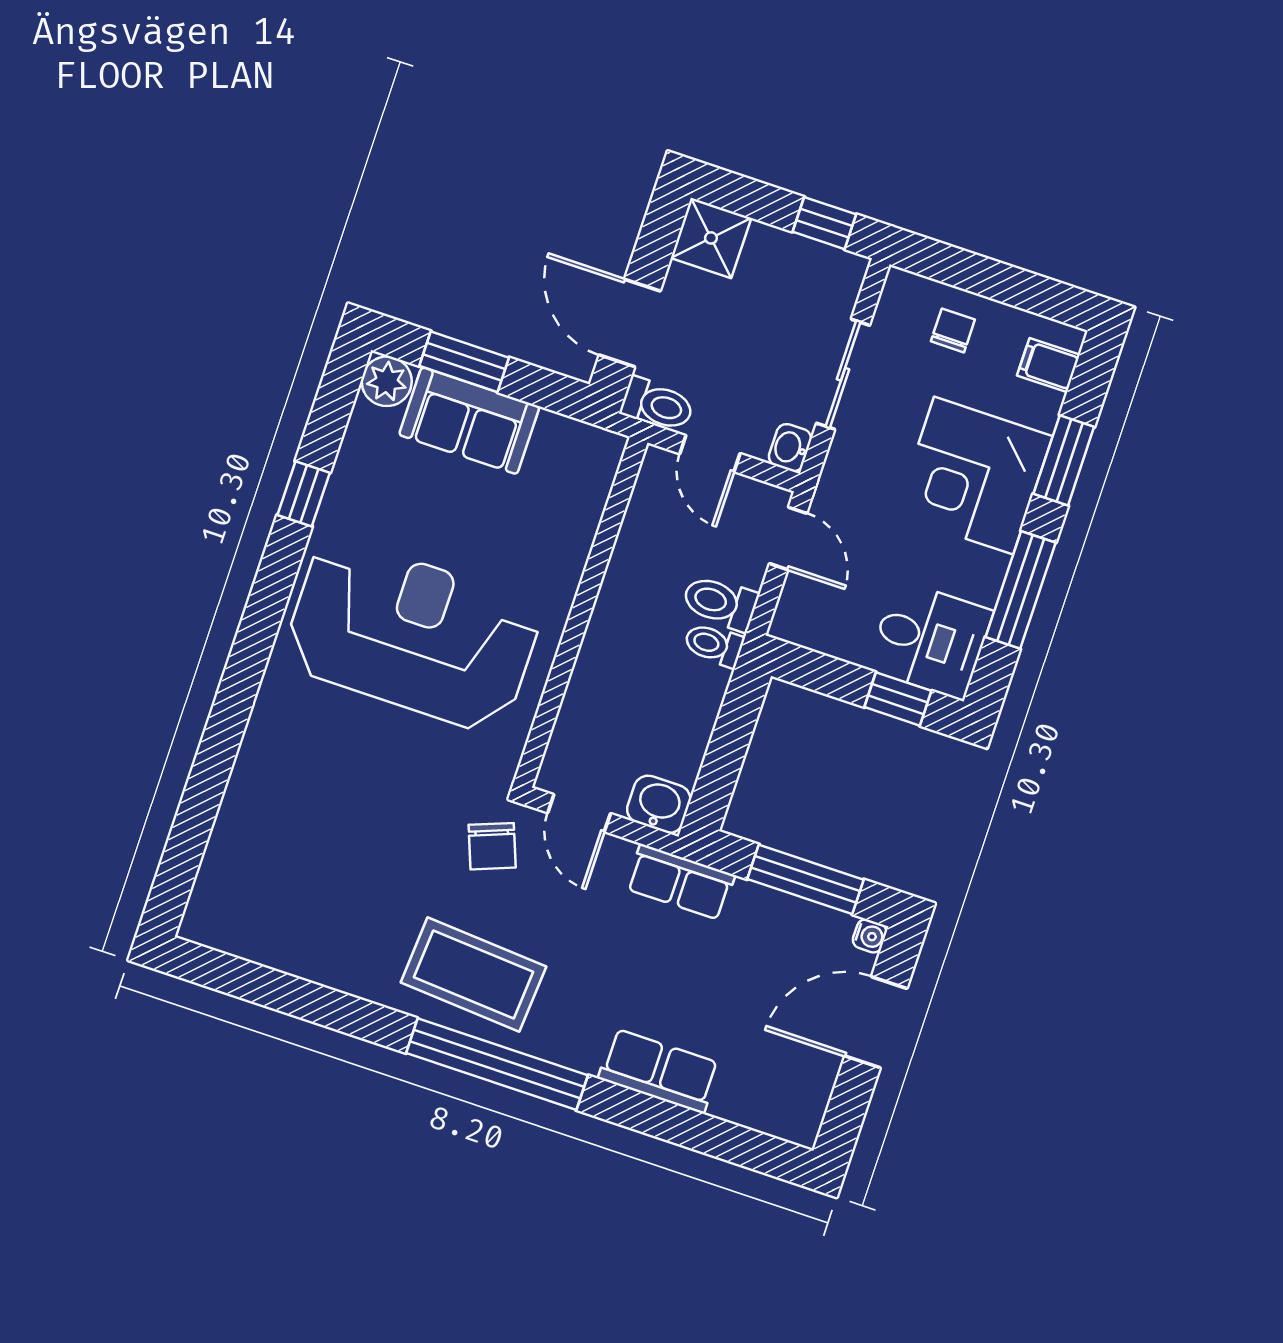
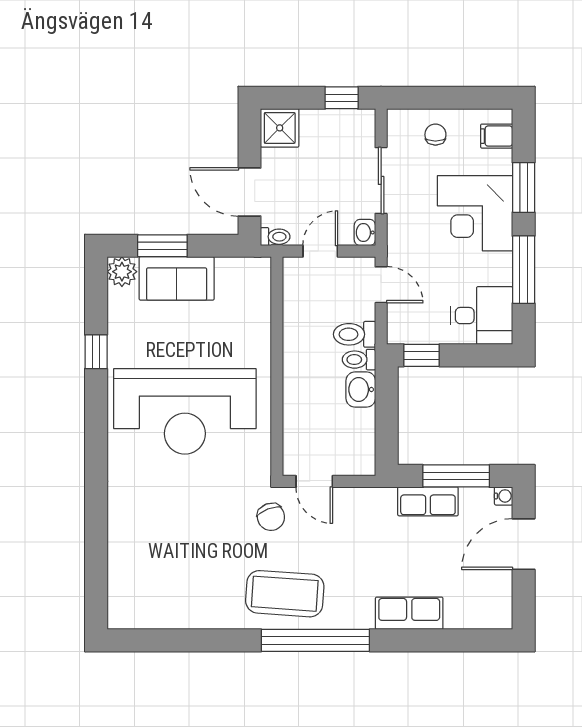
toilet: (657, 405) -> (275, 237), width x0.73, depth x0.72
door: (710, 454) -> (320, 251), swing flipped
reception desk: (412, 635) -> (185, 411), turned 180
window: (898, 699) -> (422, 355), moved
washbasin: (659, 804) -> (361, 390), moved, turned -90
row of seats: (680, 882) -> (428, 501), moved

